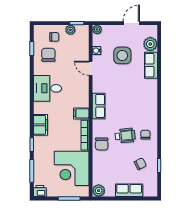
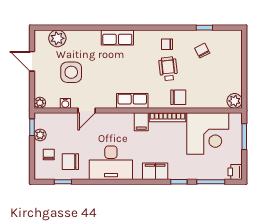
row of seats: (151, 65) -> (117, 37), moved
desk: (47, 88) -> (111, 163), width x1.37
row of seats: (129, 190) -> (234, 64), removed

